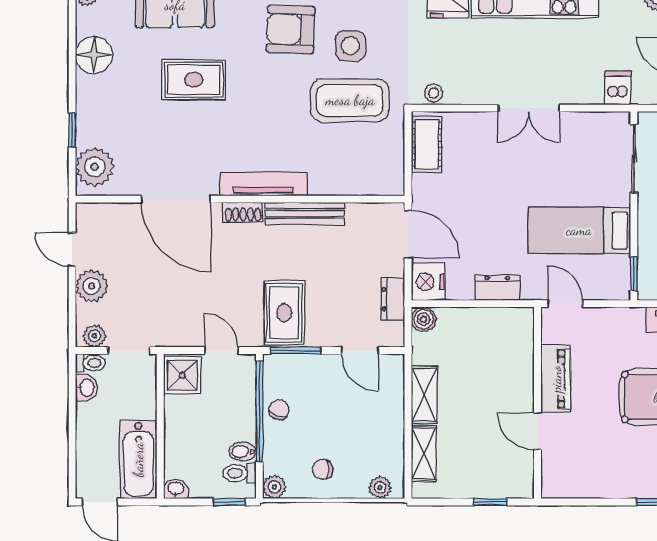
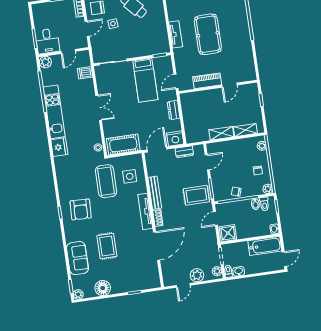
side table: (350, 46) -> (130, 176), moved
cot: (427, 144) -> (123, 145), width x1.37, depth x1.34
plant: (95, 167) -> (148, 281), removed
boiler: (423, 319) -> (191, 138), removed

